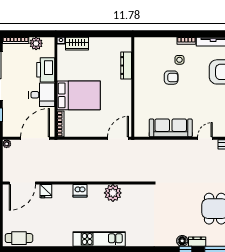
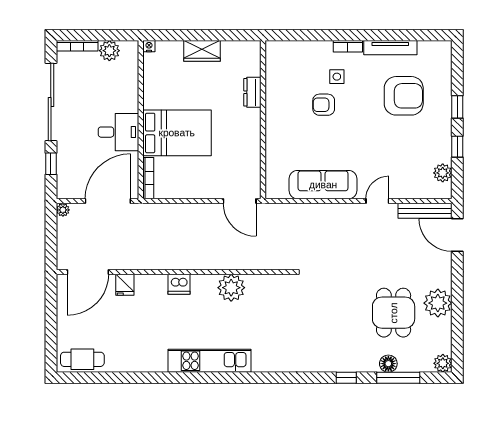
wardrobe: (77, 44) -> (202, 51), moved
dresser: (126, 66) -> (252, 92), width x0.70
printer: (46, 70) -> (125, 92), removed
armchair: (171, 78) -> (324, 105), turned 180
door: (118, 138) -> (240, 201), swing flipped
floor lamp: (182, 241) -> (388, 364), moved
dresser: (197, 242) -> (365, 365), removed

